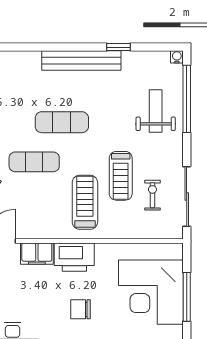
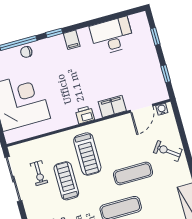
printer: (74, 257) -> (85, 115), width x0.53, depth x0.68
chair: (81, 309) -> (69, 74), removed

